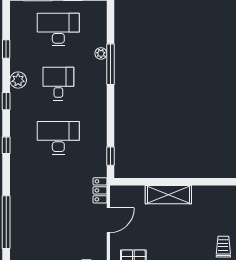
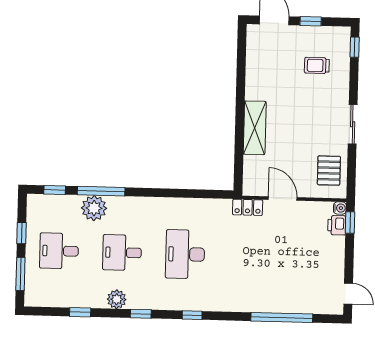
desk: (58, 29) -> (59, 251), width x0.73
plant: (101, 53) -> (94, 208), width x1.88, depth x1.88
window: (111, 156) -> (55, 190), moved

